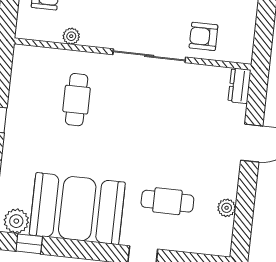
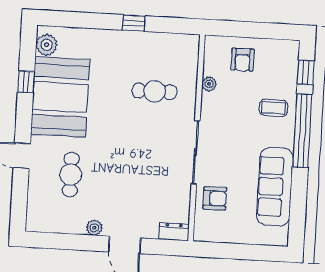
armchair: (203, 36) -> (215, 198), turned 90
plant: (227, 208) -> (94, 228), moved
window: (29, 244) -> (26, 82), moved

